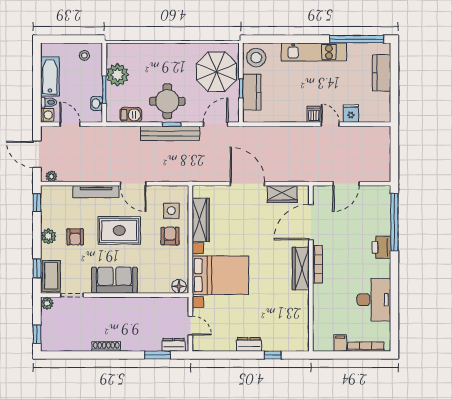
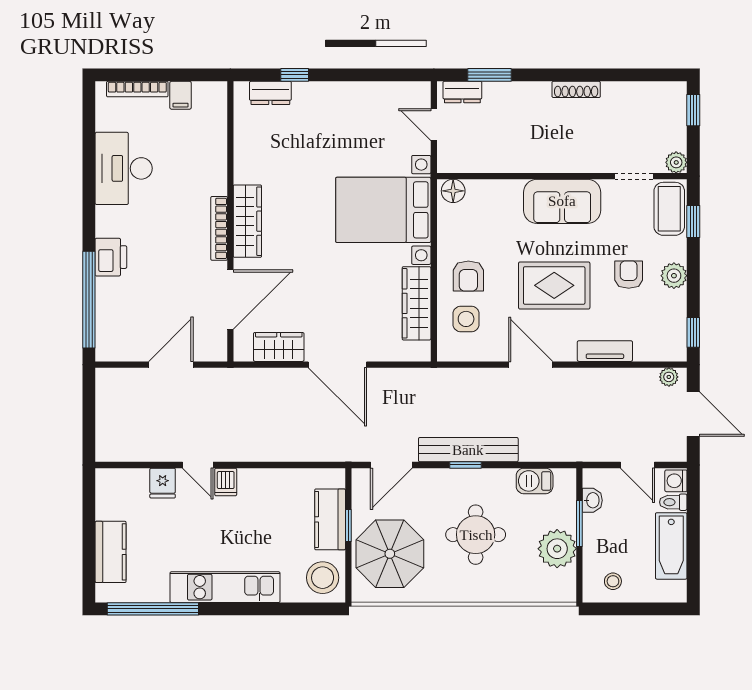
round table: (167, 101) -> (476, 535), moved
tv unit: (96, 192) -> (605, 351), width x0.71
dresser: (249, 344) -> (270, 93), moved

